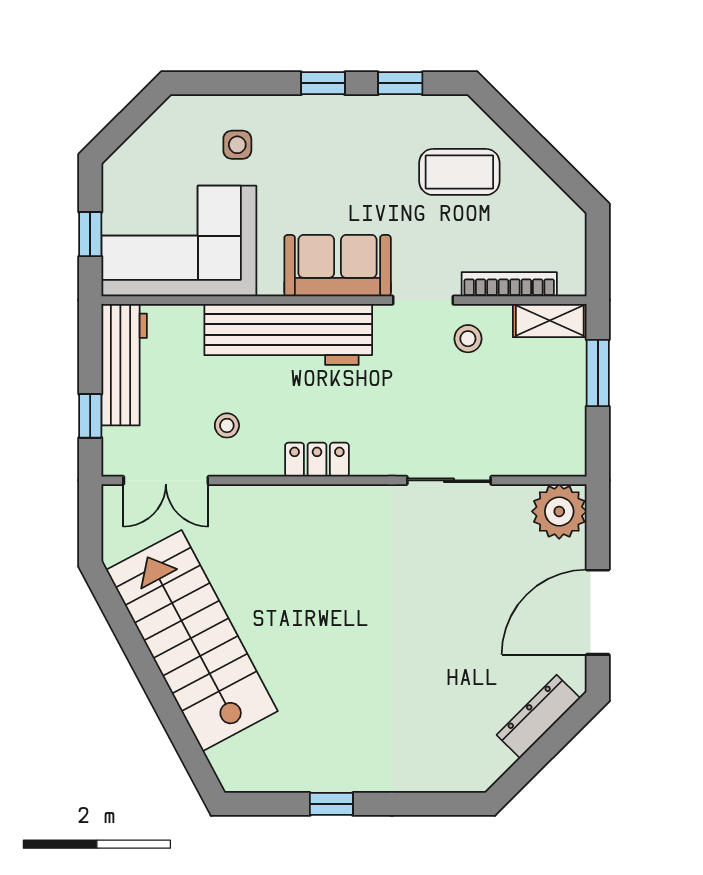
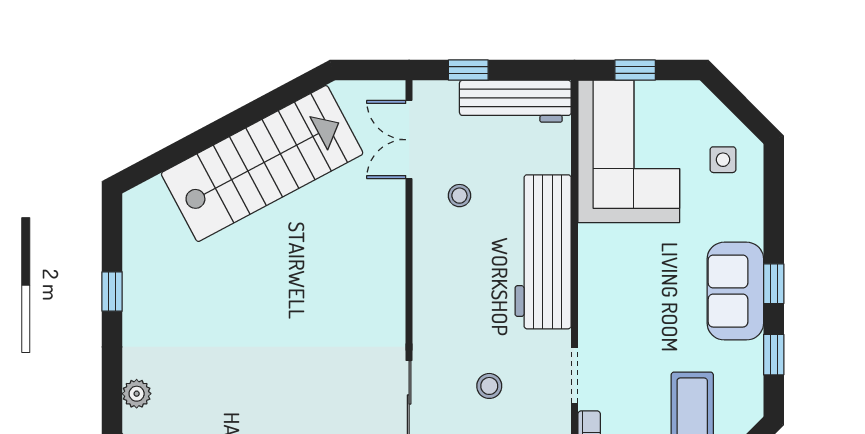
side table: (237, 145) -> (723, 160), moved
sofa: (338, 266) -> (735, 291), moved, turned 180
stool: (468, 339) -> (489, 386), moved
locker: (317, 460) -> (428, 278), removed
plant: (443, 777) -> (137, 394), added

